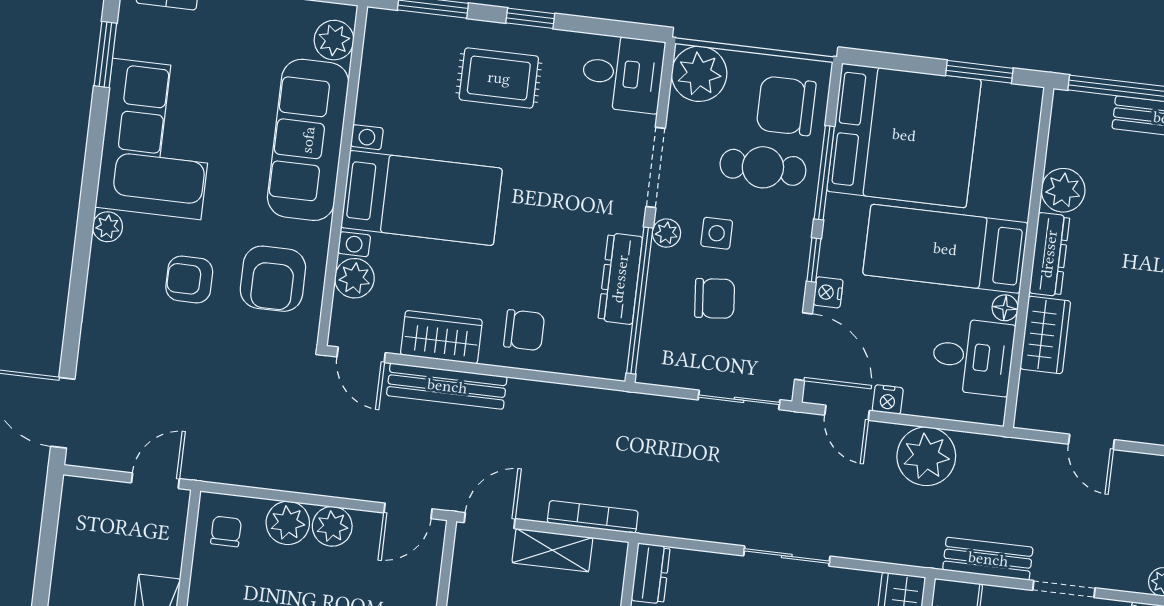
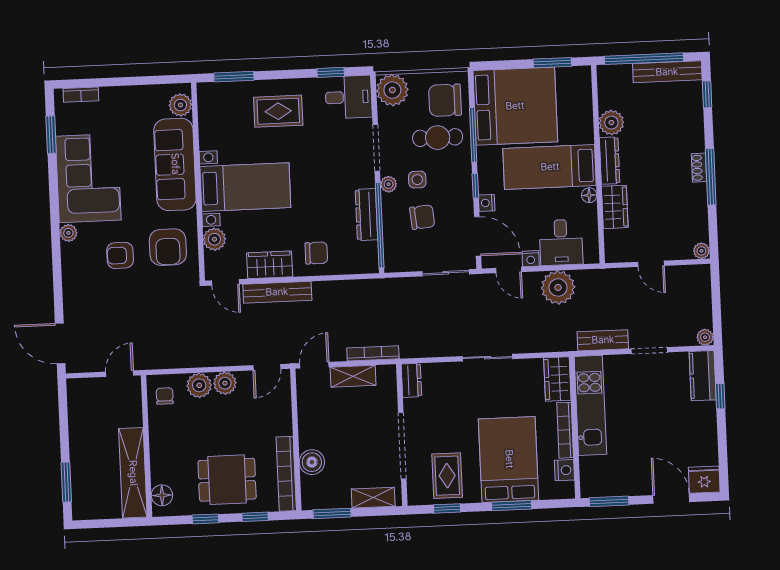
window: (530, 18) -> (331, 72), moved
desk: (973, 357) -> (561, 242), moved, turned 90

